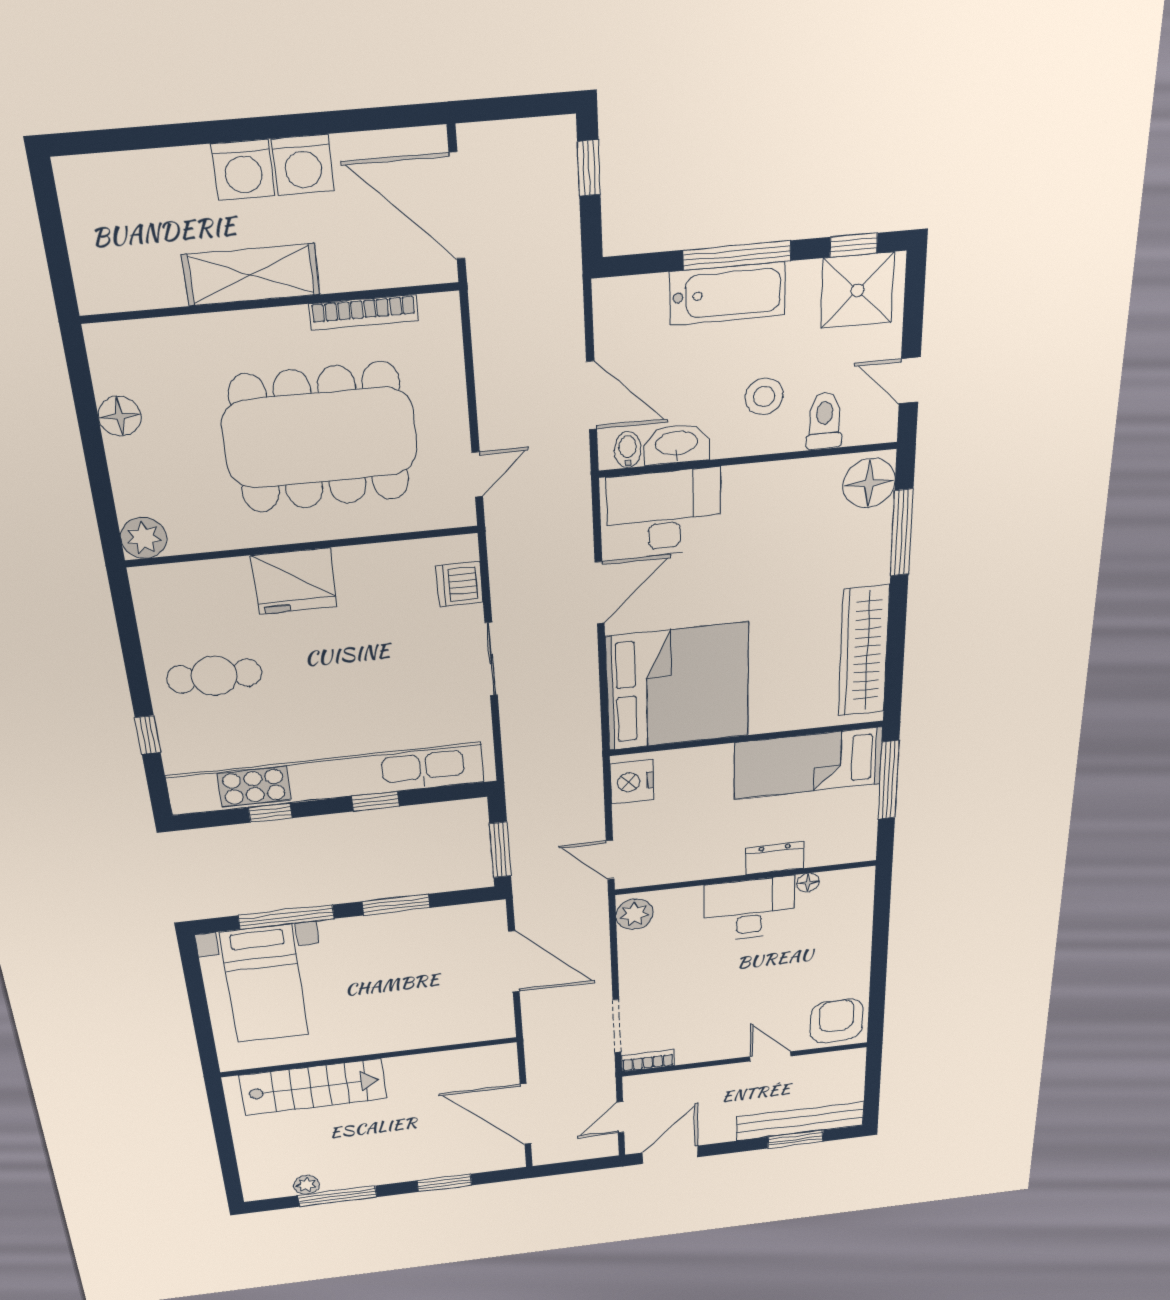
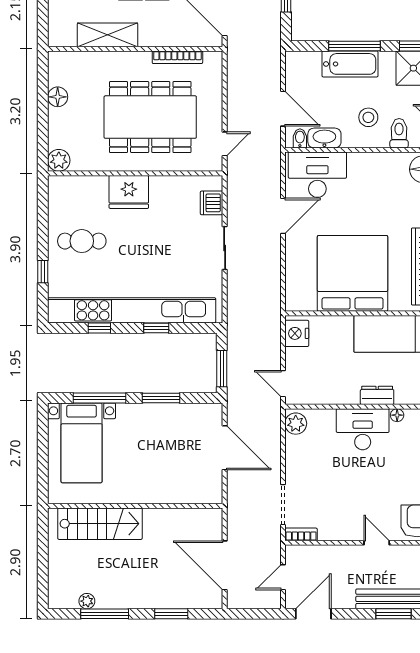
shelving: (251, 275) -> (108, 35), moved
bed: (678, 687) -> (352, 273), moved, turned -90

